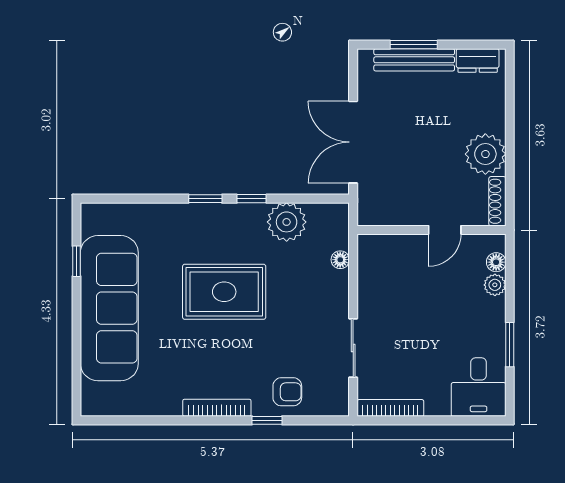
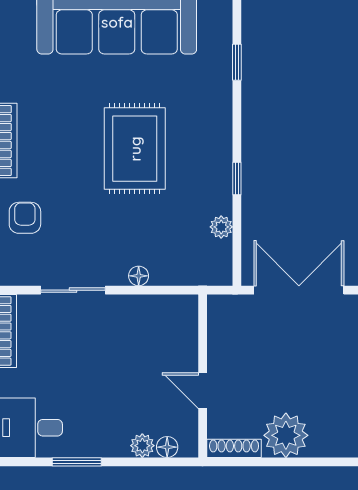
window: (205, 199) -> (237, 62), moved
plant: (287, 222) -> (221, 227), width x0.53, depth x0.53
floor lamp: (340, 260) -> (139, 276), moved
armchair: (287, 392) -> (25, 218), turned 180

